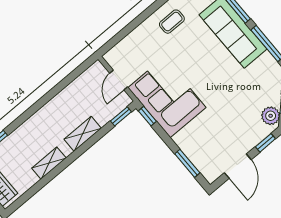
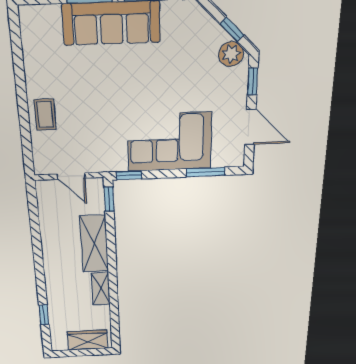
coffee table: (172, 22) -> (45, 115), moved
corner sofa: (167, 98) -> (170, 142), moved
shelving: (83, 134) -> (94, 244), width x1.50, depth x1.33

